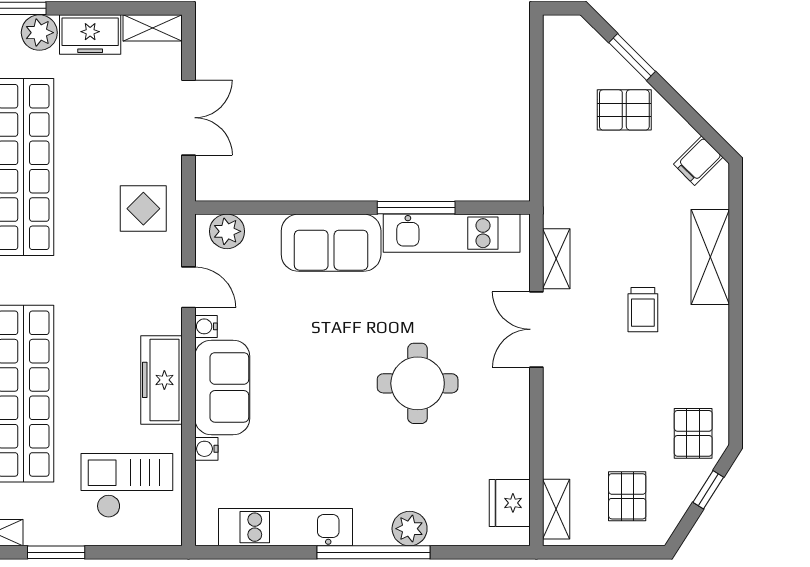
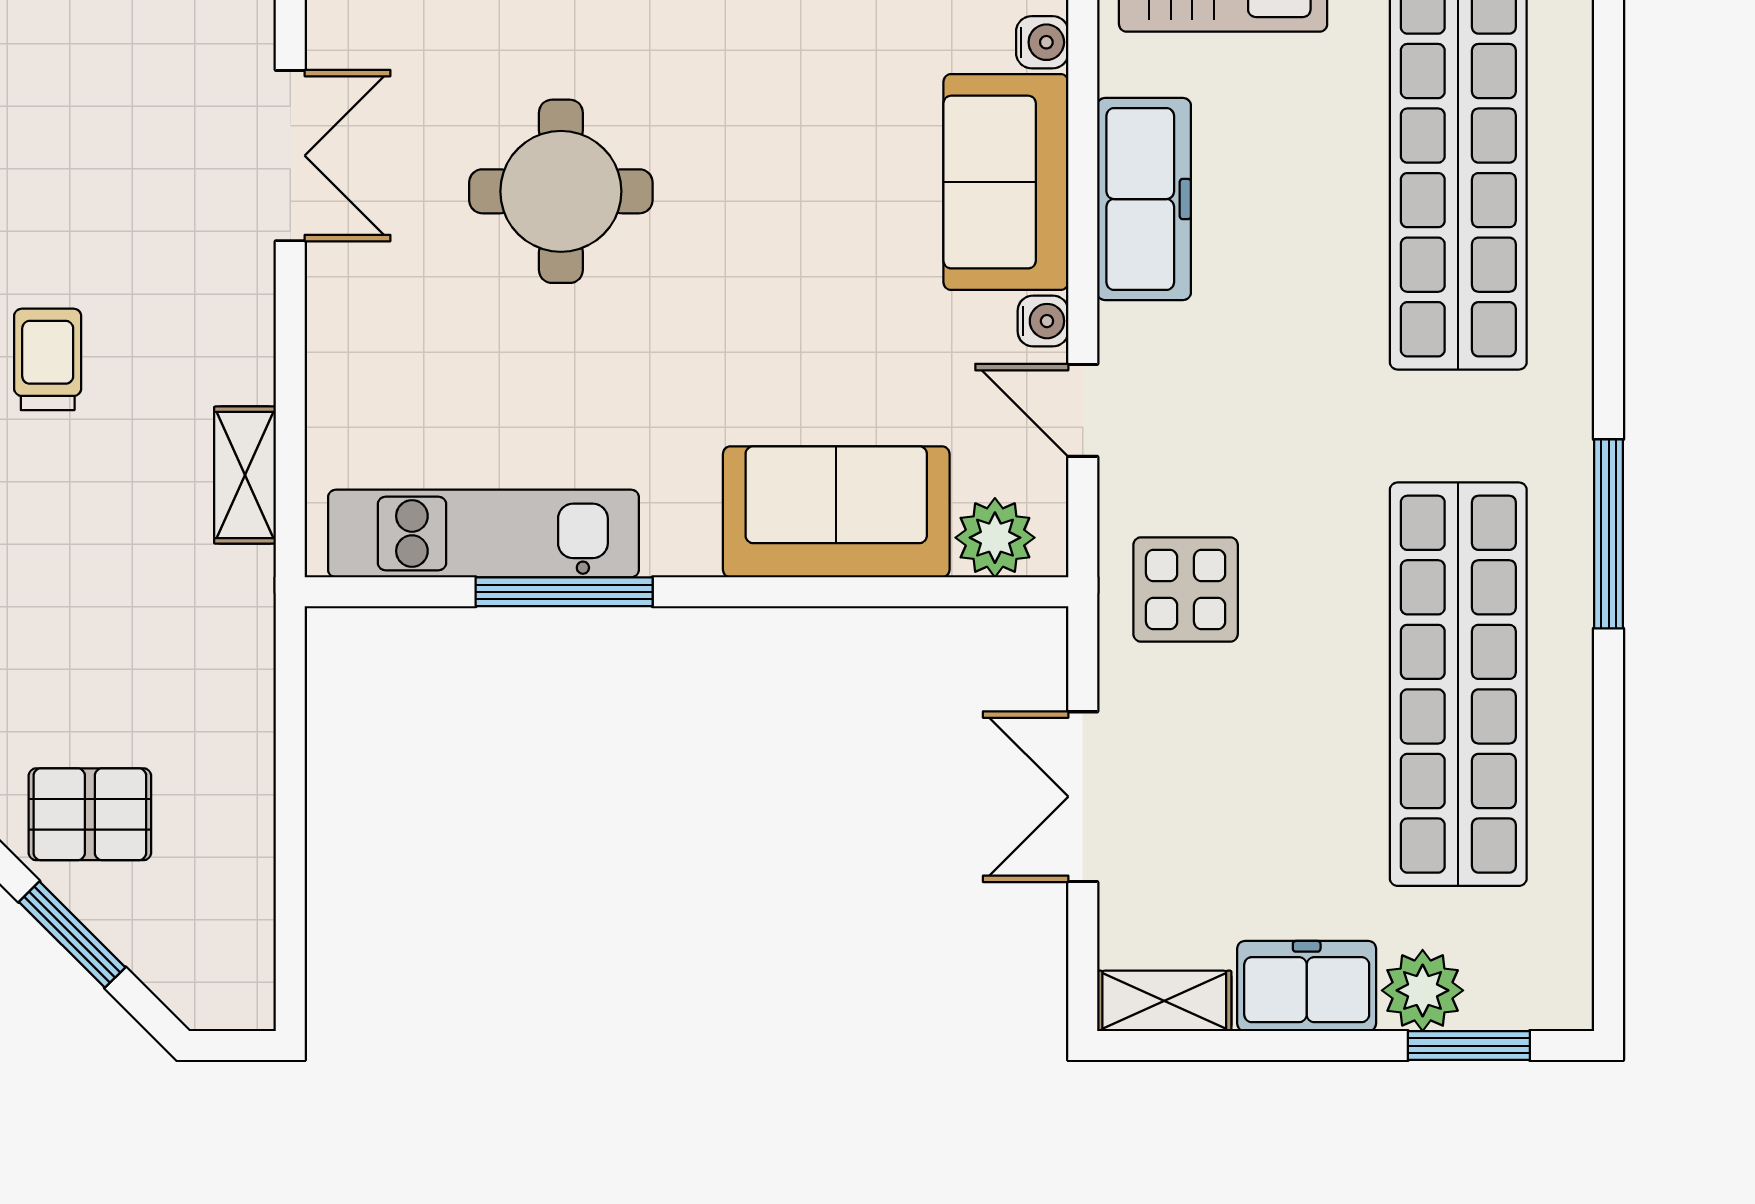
sofa: (331, 243) -> (836, 512), moved
double door: (536, 329) -> (290, 156), moved

